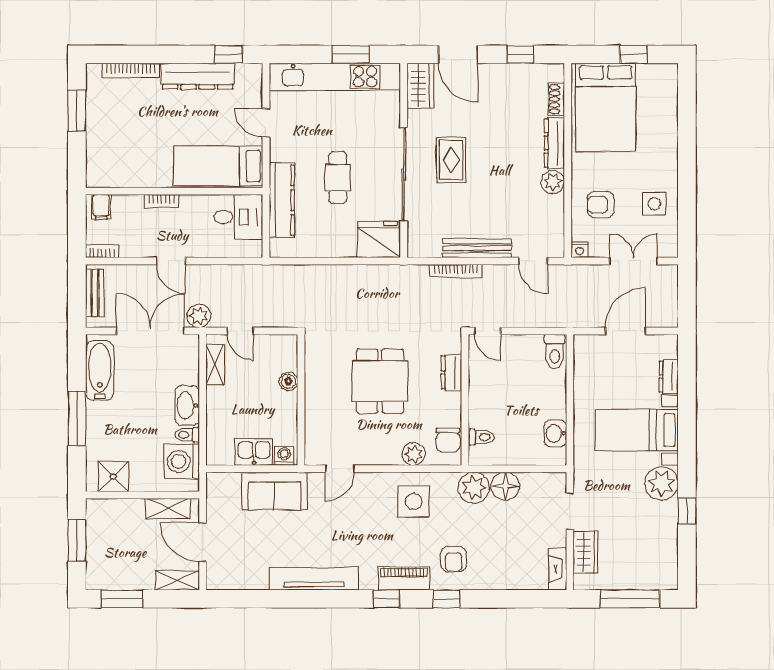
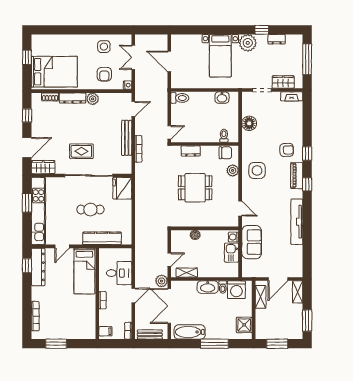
dresser: (198, 76) -> (38, 267), moved
desk: (238, 217) -> (119, 273), moved, turned 90
dresser: (669, 377) -> (277, 39), moved
plant: (474, 488) -> (250, 140), removed

